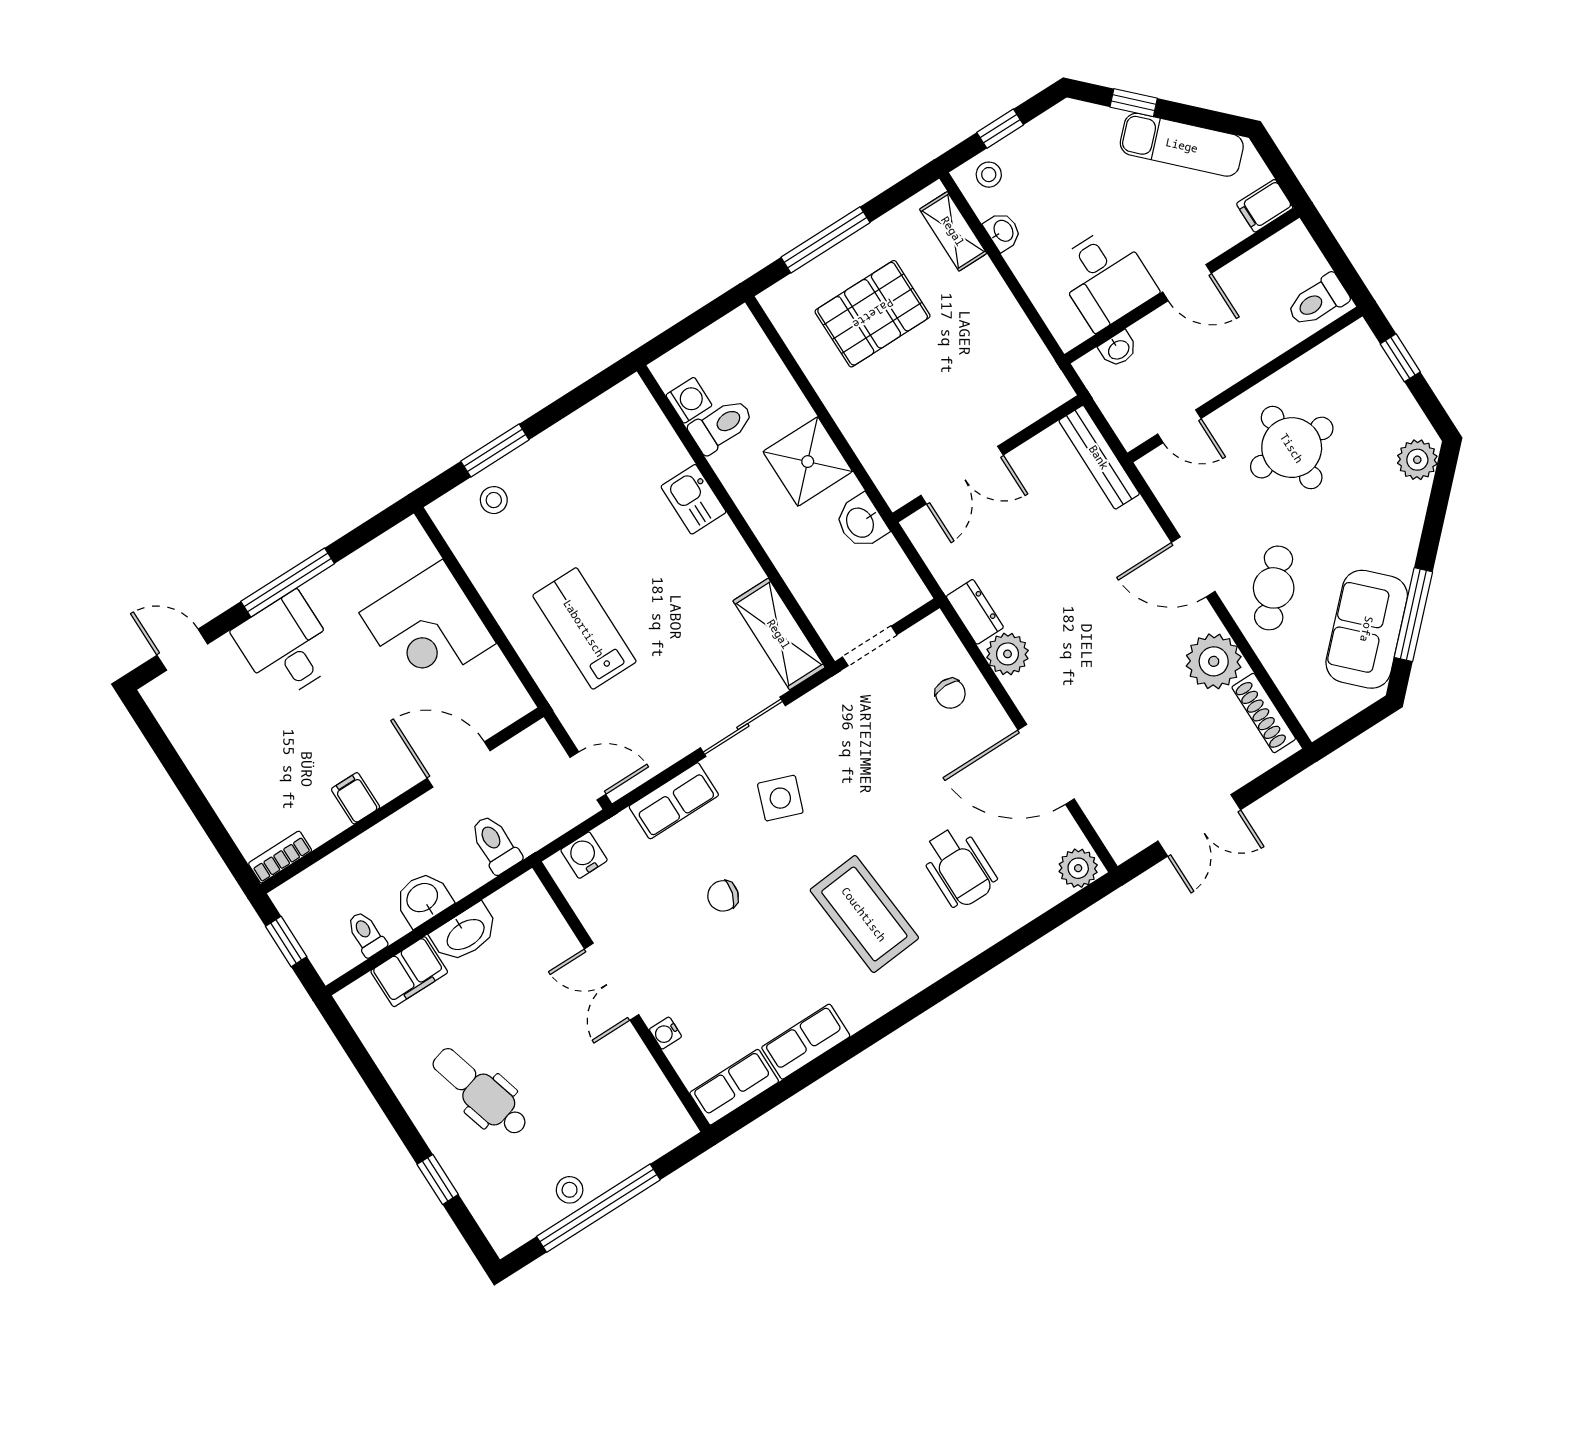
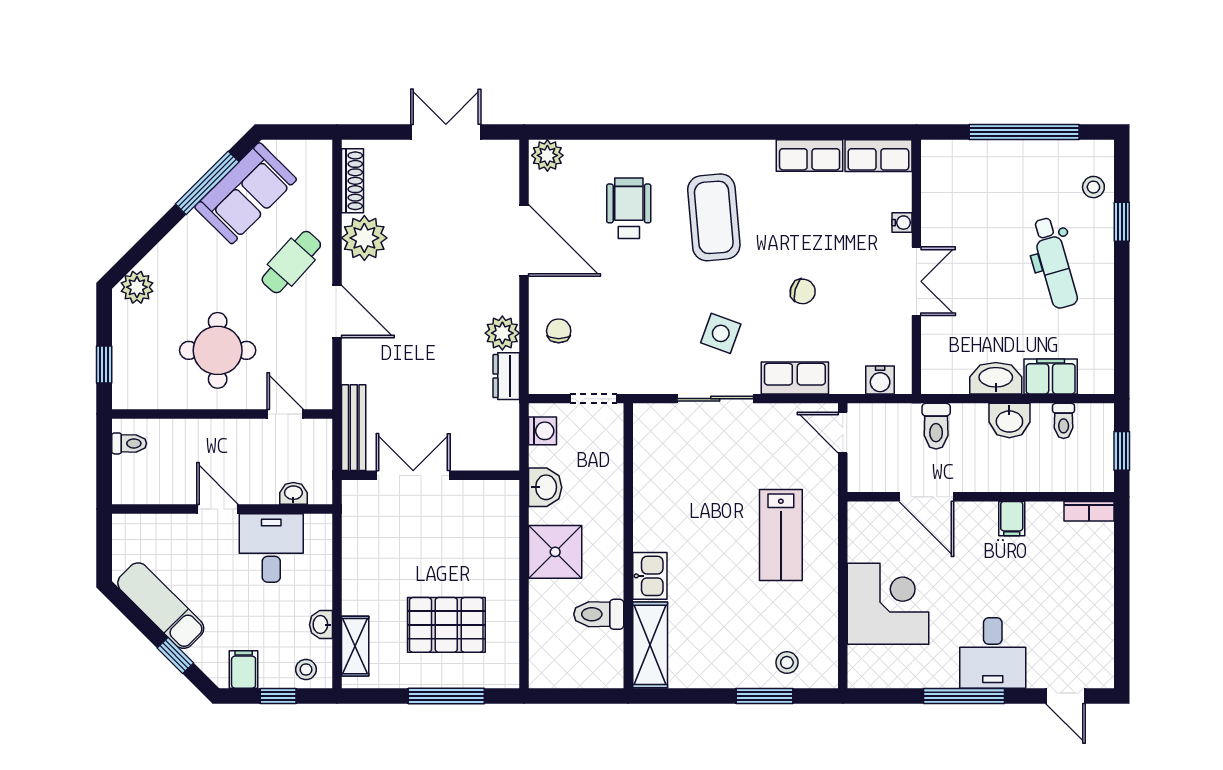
filing cabinet: (1265, 206) -> (244, 669), moved, turned -90
toilet: (1318, 301) -> (129, 443), width x0.73, depth x0.72
washing machine: (689, 400) -> (543, 431), moved, turned 180
double door: (962, 475) -> (413, 475), moved
shelving: (779, 634) -> (650, 645), moved
stool: (570, 1190) -> (1093, 187), moved

